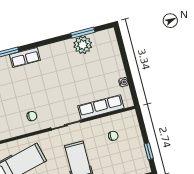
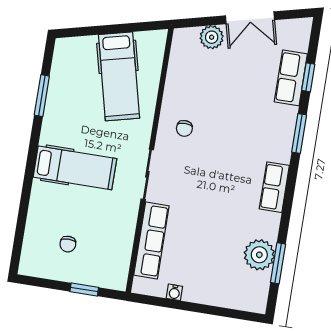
row of seats: (25, 57) -> (274, 187), moved
chair: (113, 136) -> (68, 244), moved
window: (149, 151) -> (84, 290), moved

